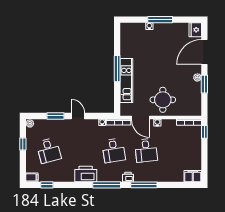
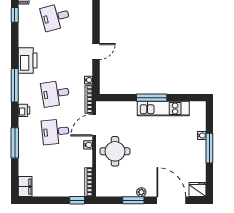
kitchen unit: (126, 81) -> (163, 109), moved
window: (56, 116) -> (96, 25), removed
window: (144, 185) -> (15, 143), moved

